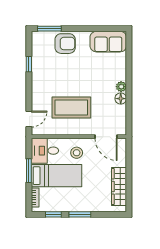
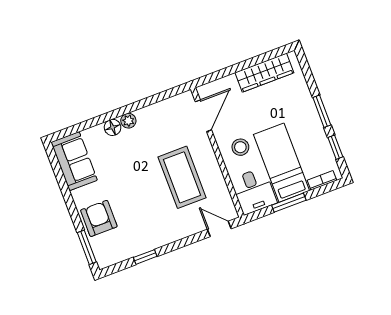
floor lamp: (121, 99) -> (113, 127), moved

